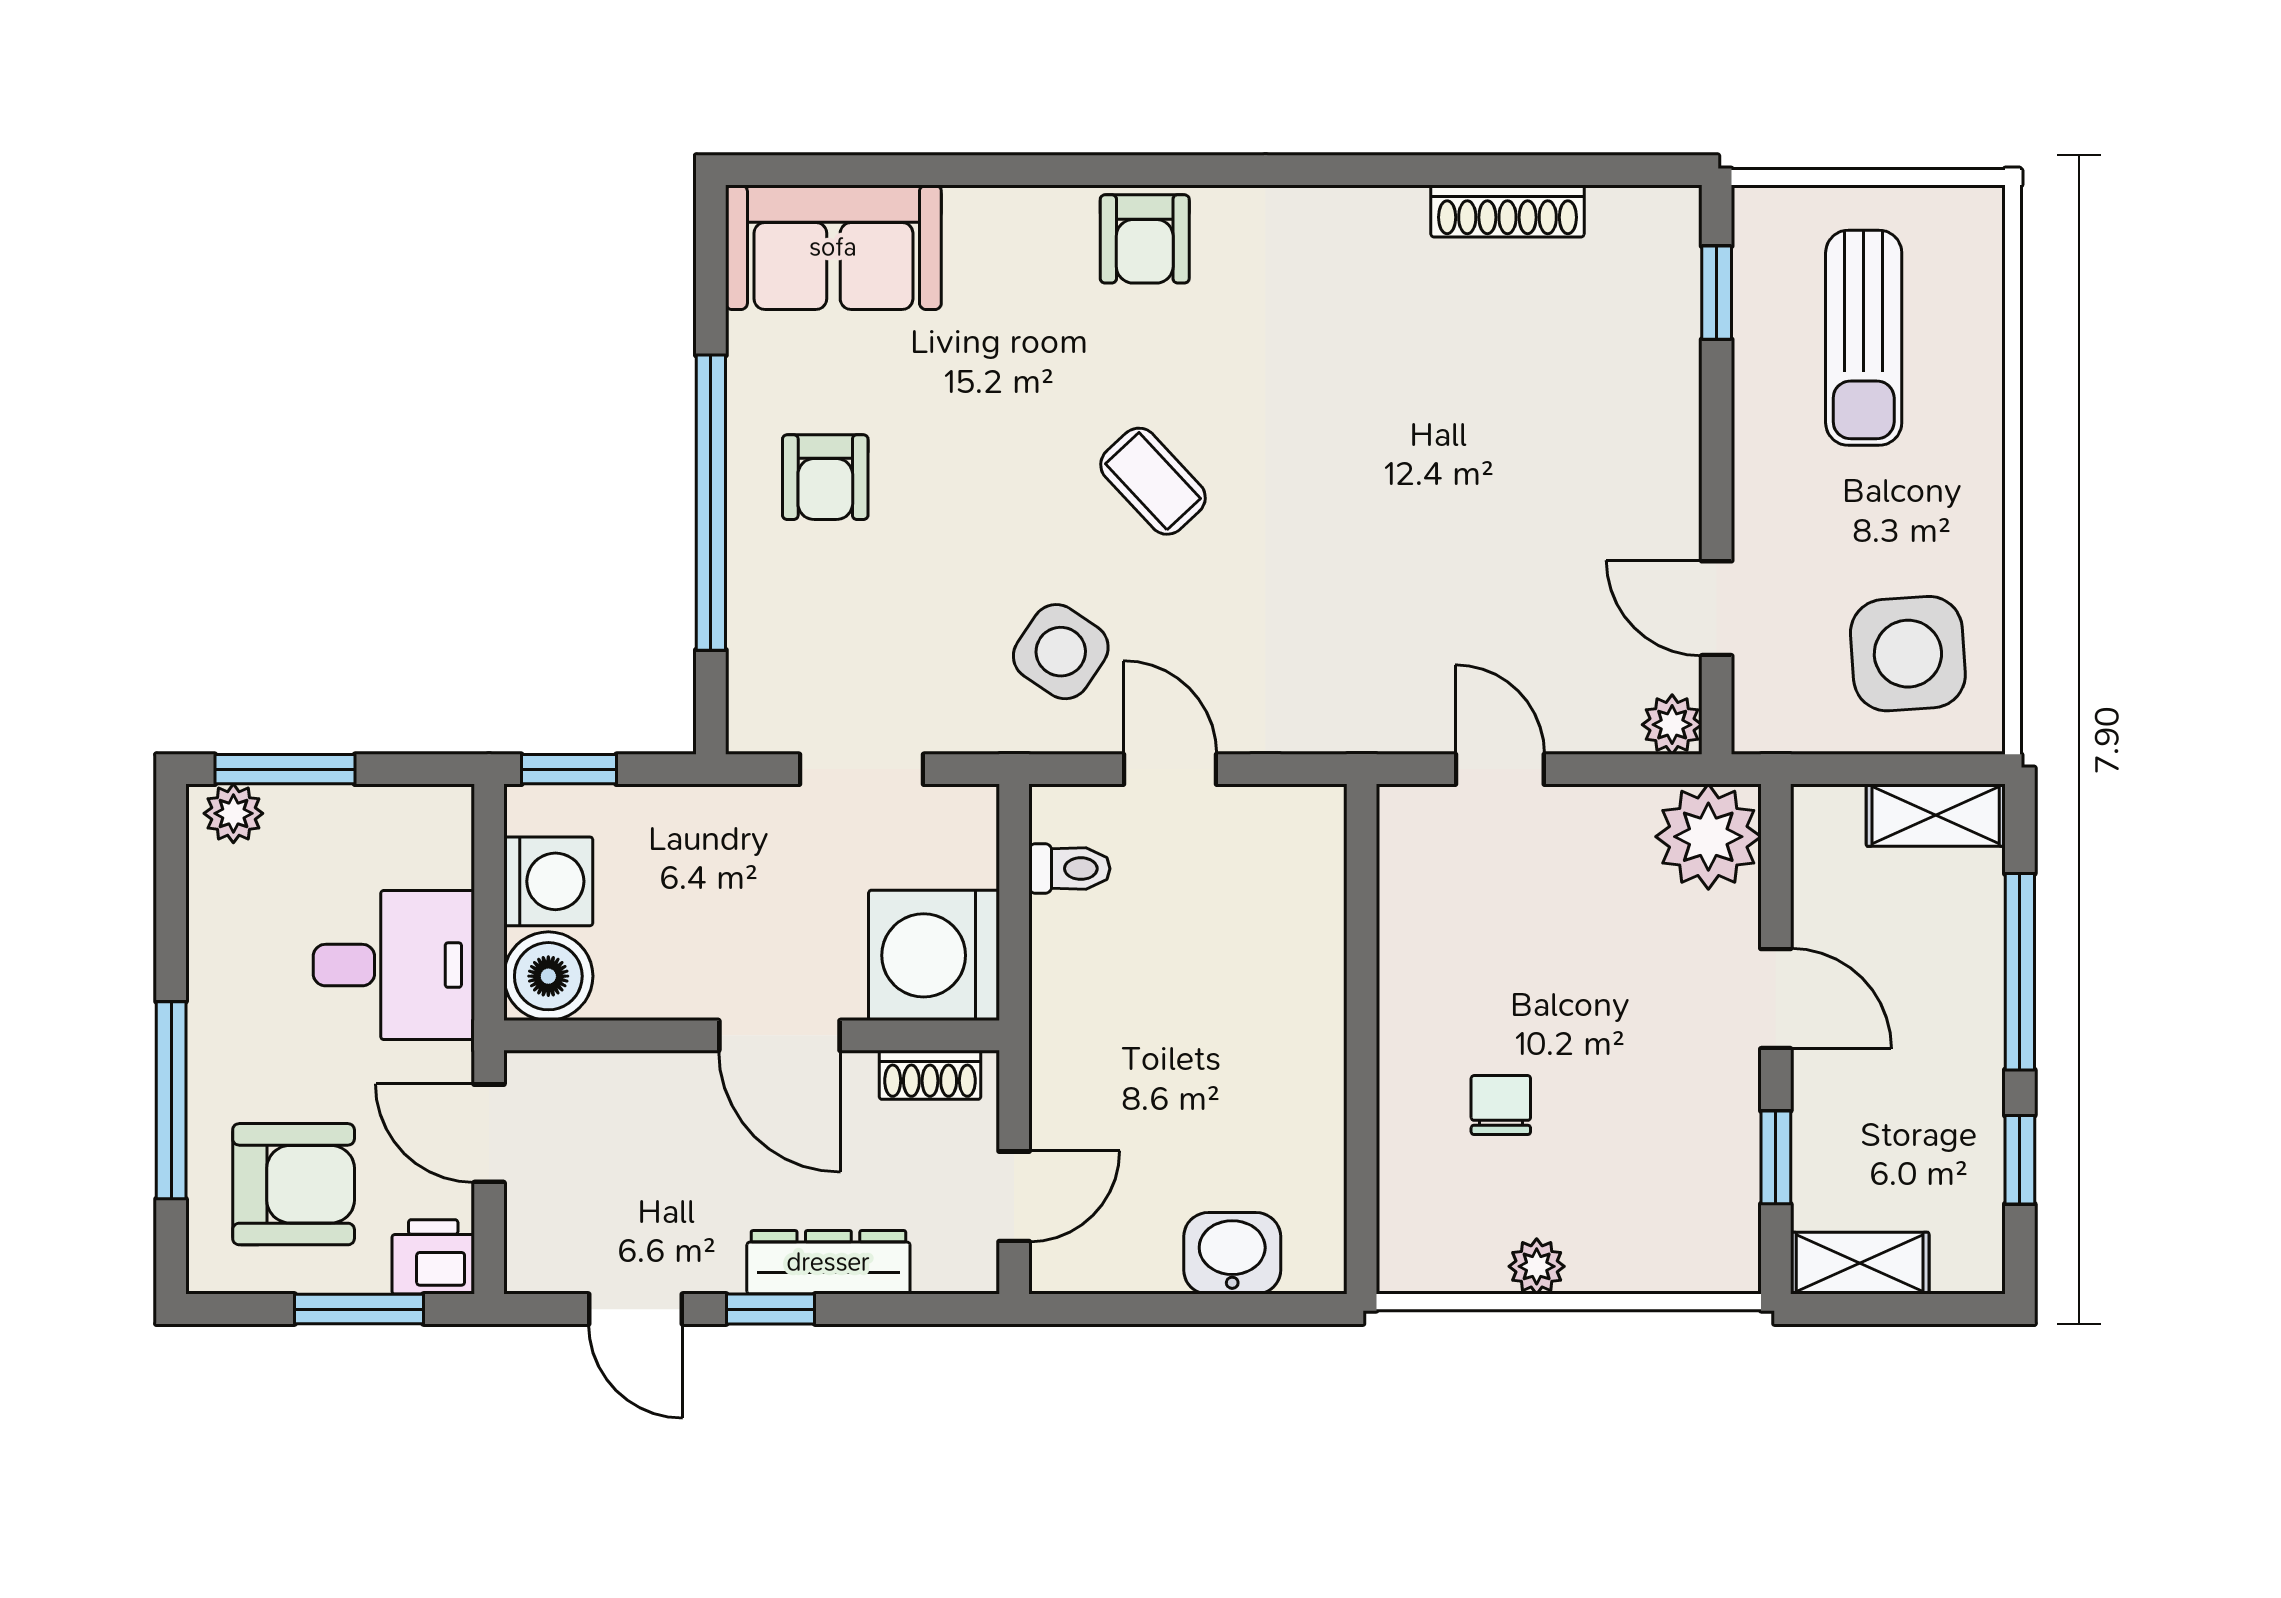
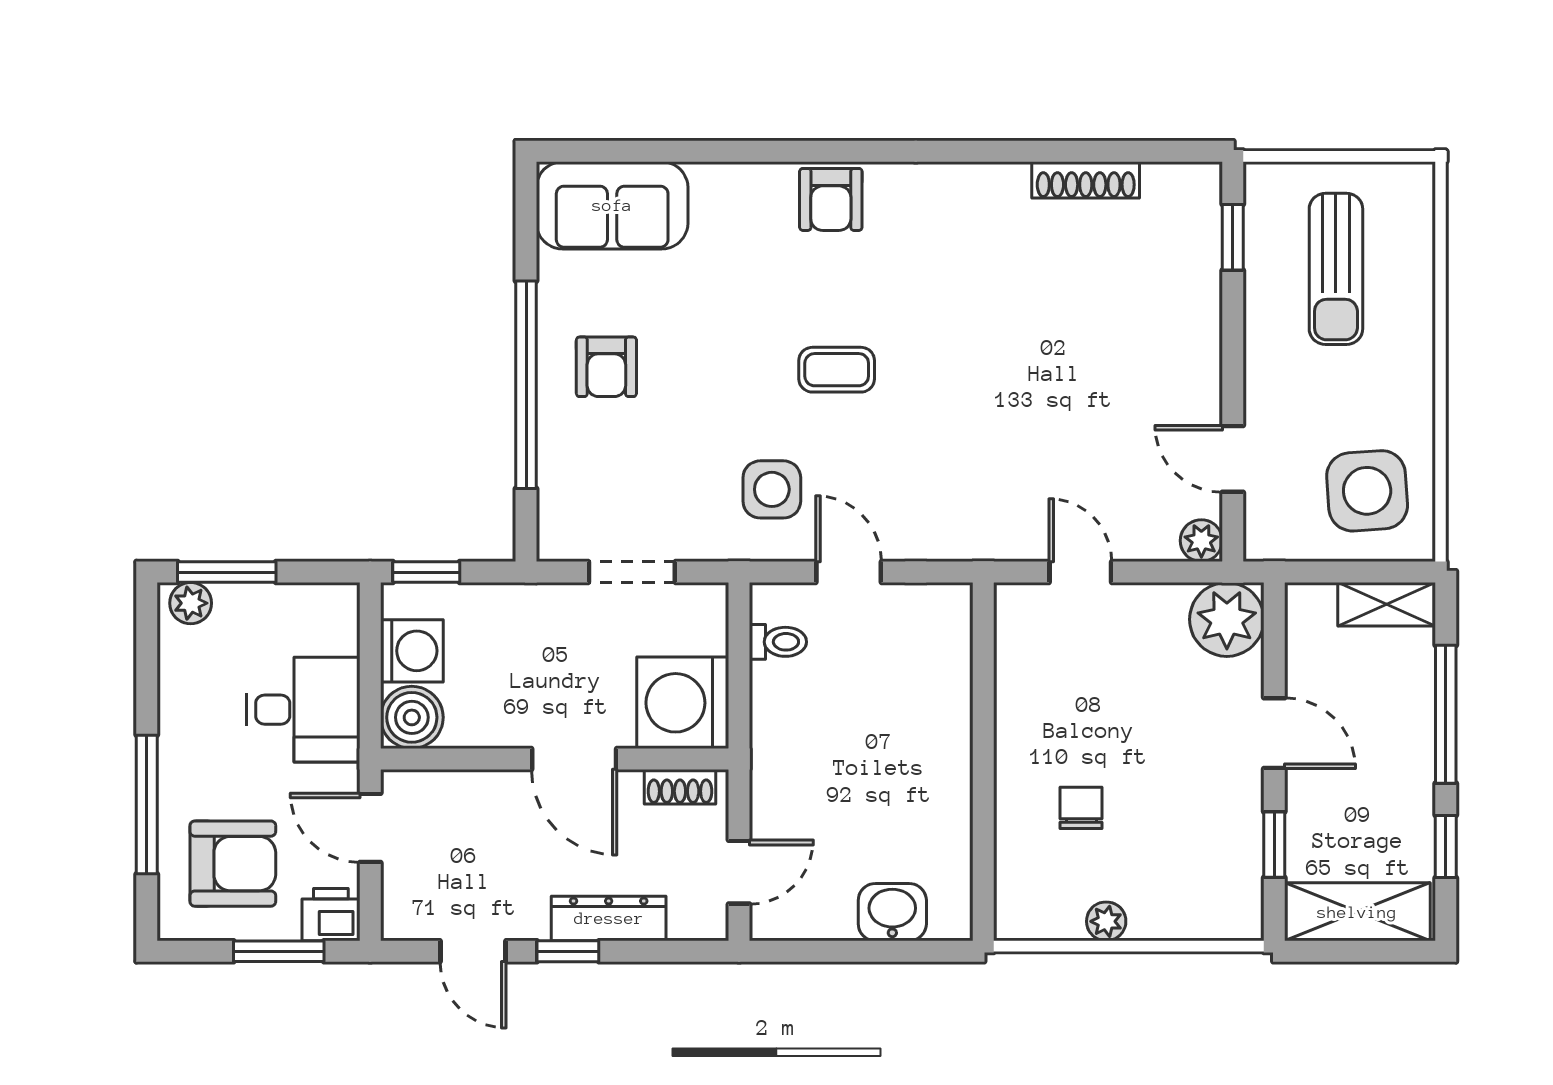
coffee table: (1153, 481) -> (837, 370), turned -47
side table: (1061, 652) -> (772, 489), turned -34
shelving: (1860, 1263) -> (1357, 912), width x1.50, depth x1.33

